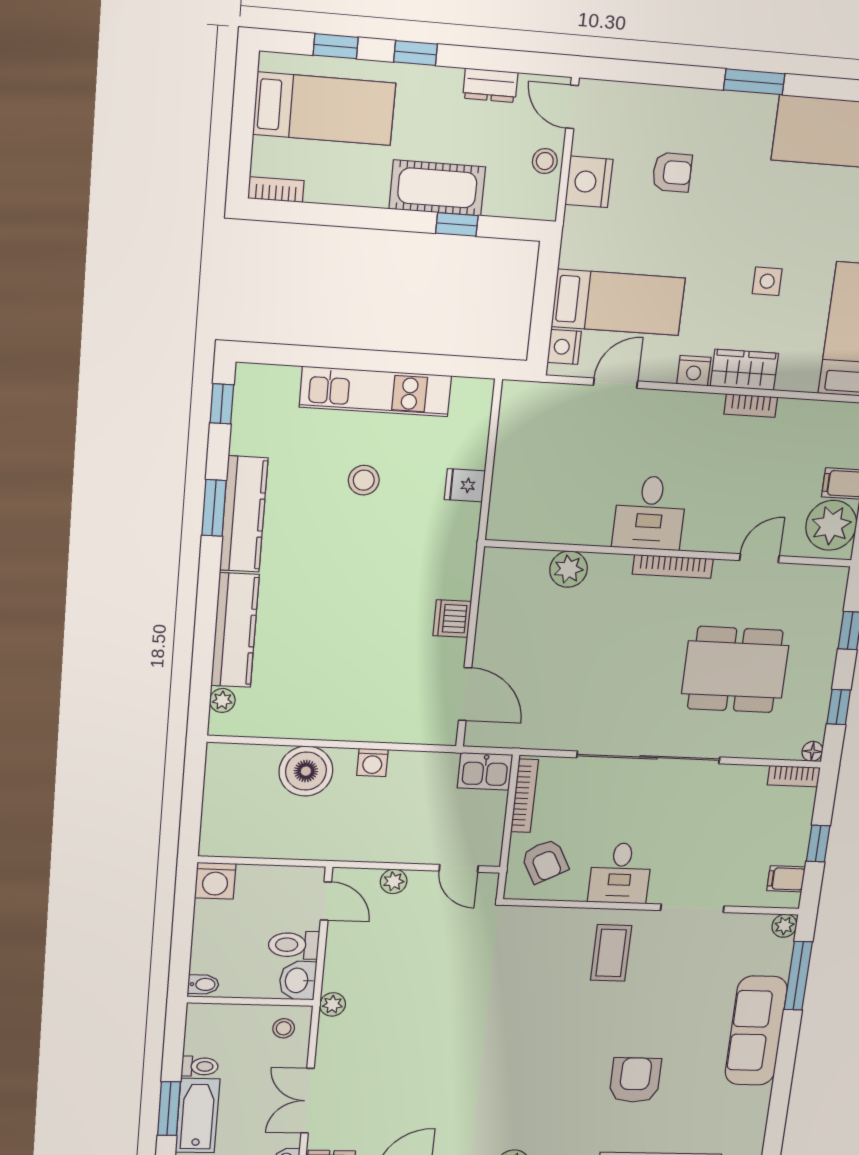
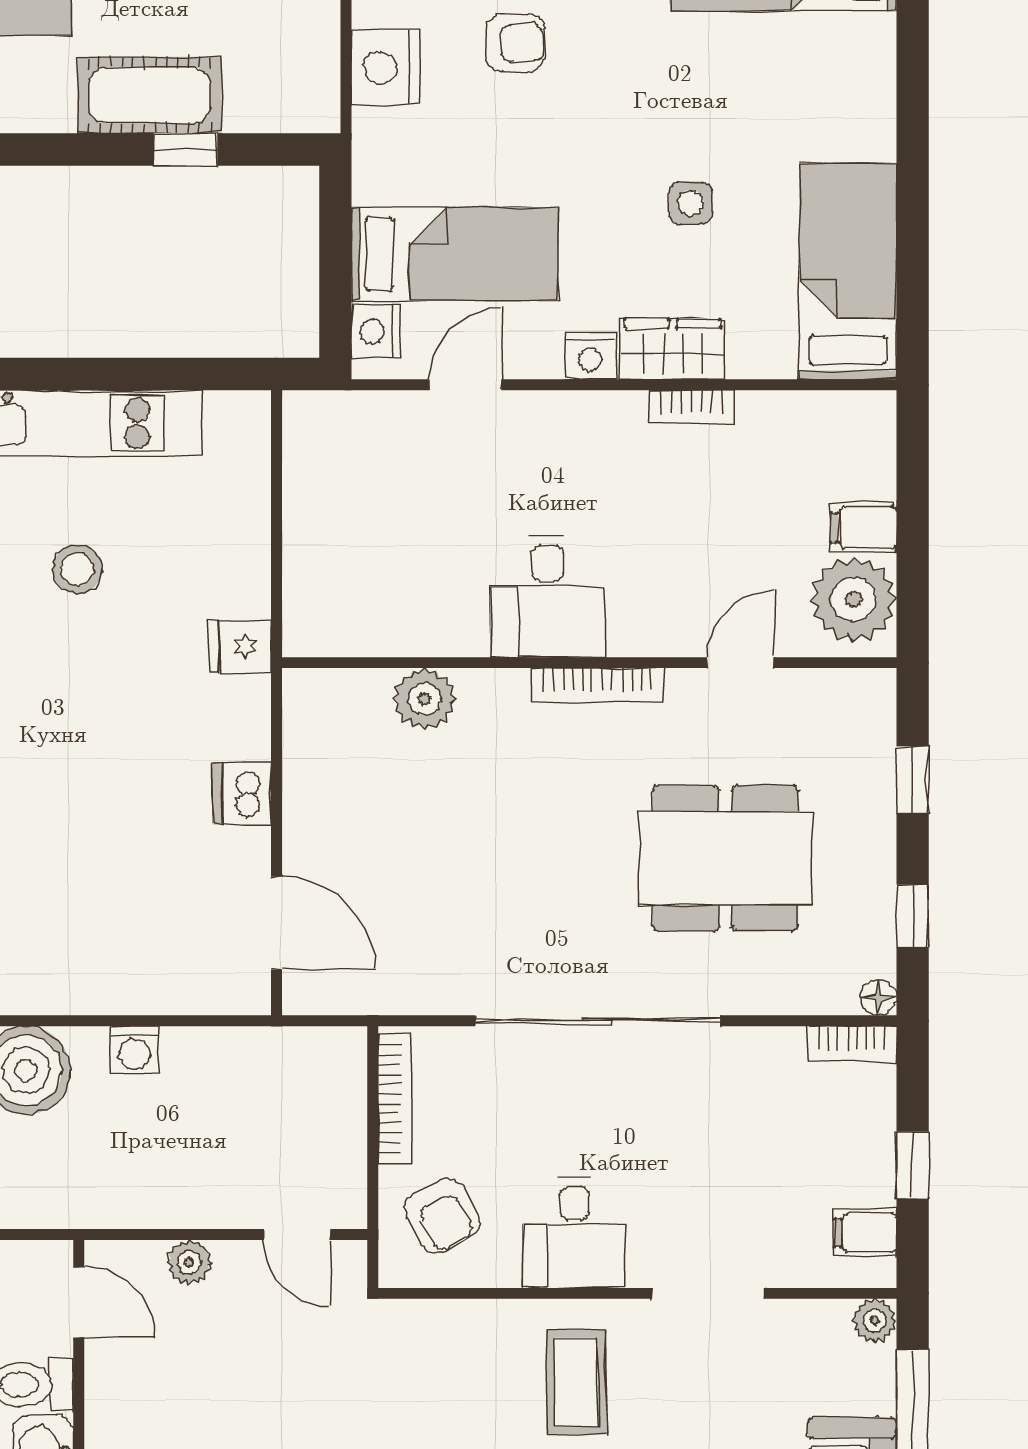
stool: (545, 161) -> (313, 41), removed
fridge: (465, 485) -> (240, 646), moved
kitchen sink: (485, 771) -> (324, 1058), removed

